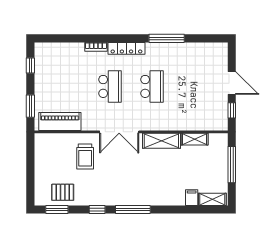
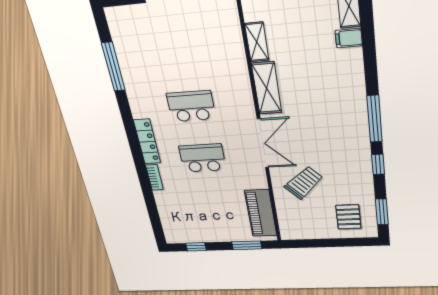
window: (167, 38) -> (113, 67), moved
trolley: (85, 156) -> (304, 183), turned -43
pallet: (63, 192) -> (348, 217), moved

